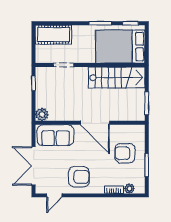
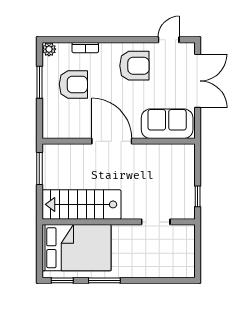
cot: (53, 35) -> (170, 264), removed
plant: (42, 115) -> (186, 153), removed
armchair: (125, 153) -> (73, 84), moved
armchair: (79, 177) -> (134, 66), turned 180
plant: (129, 189) -> (49, 49), moved

